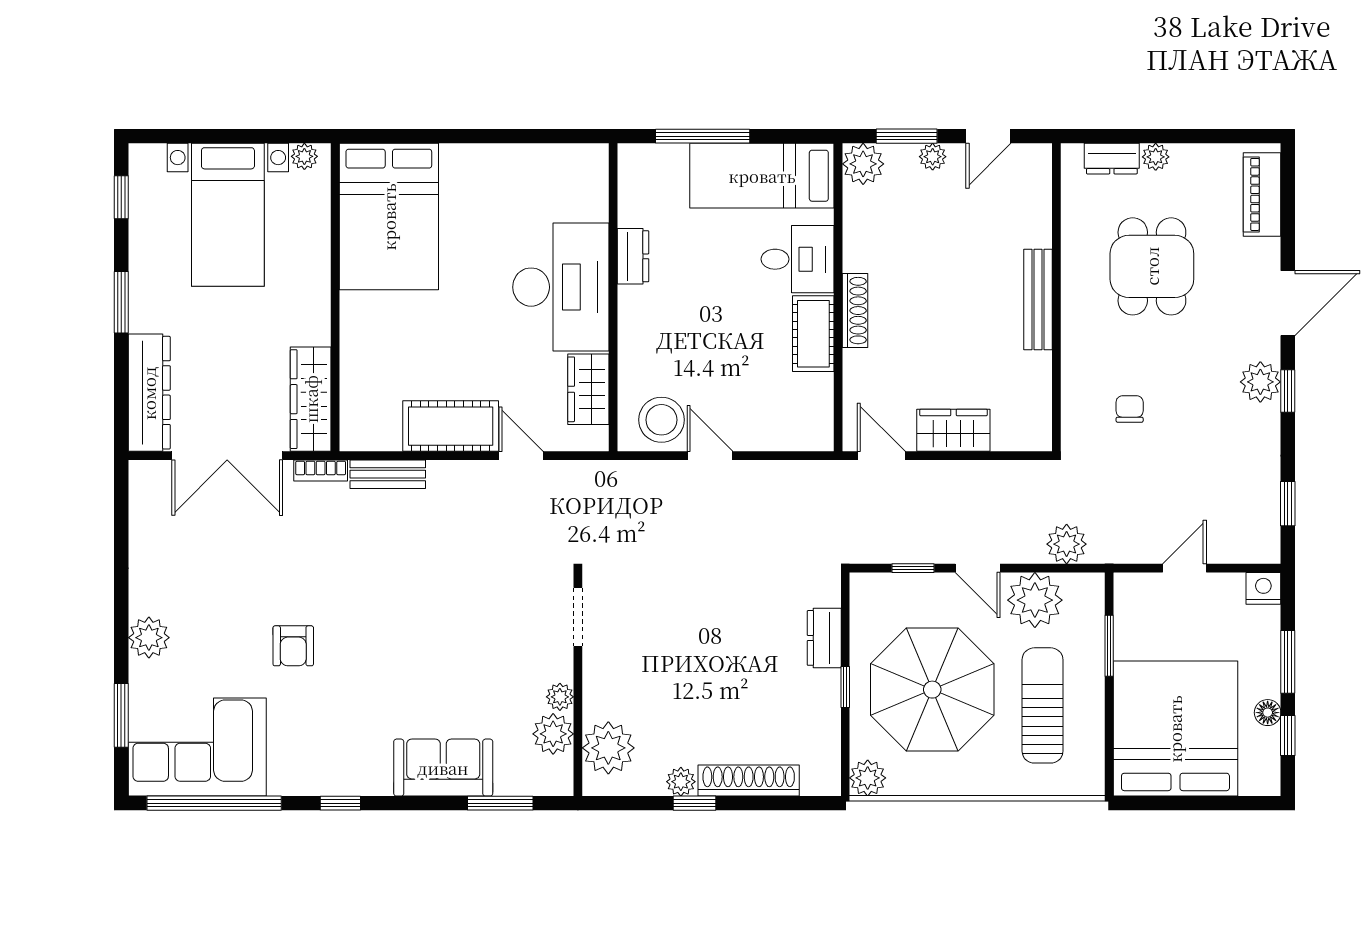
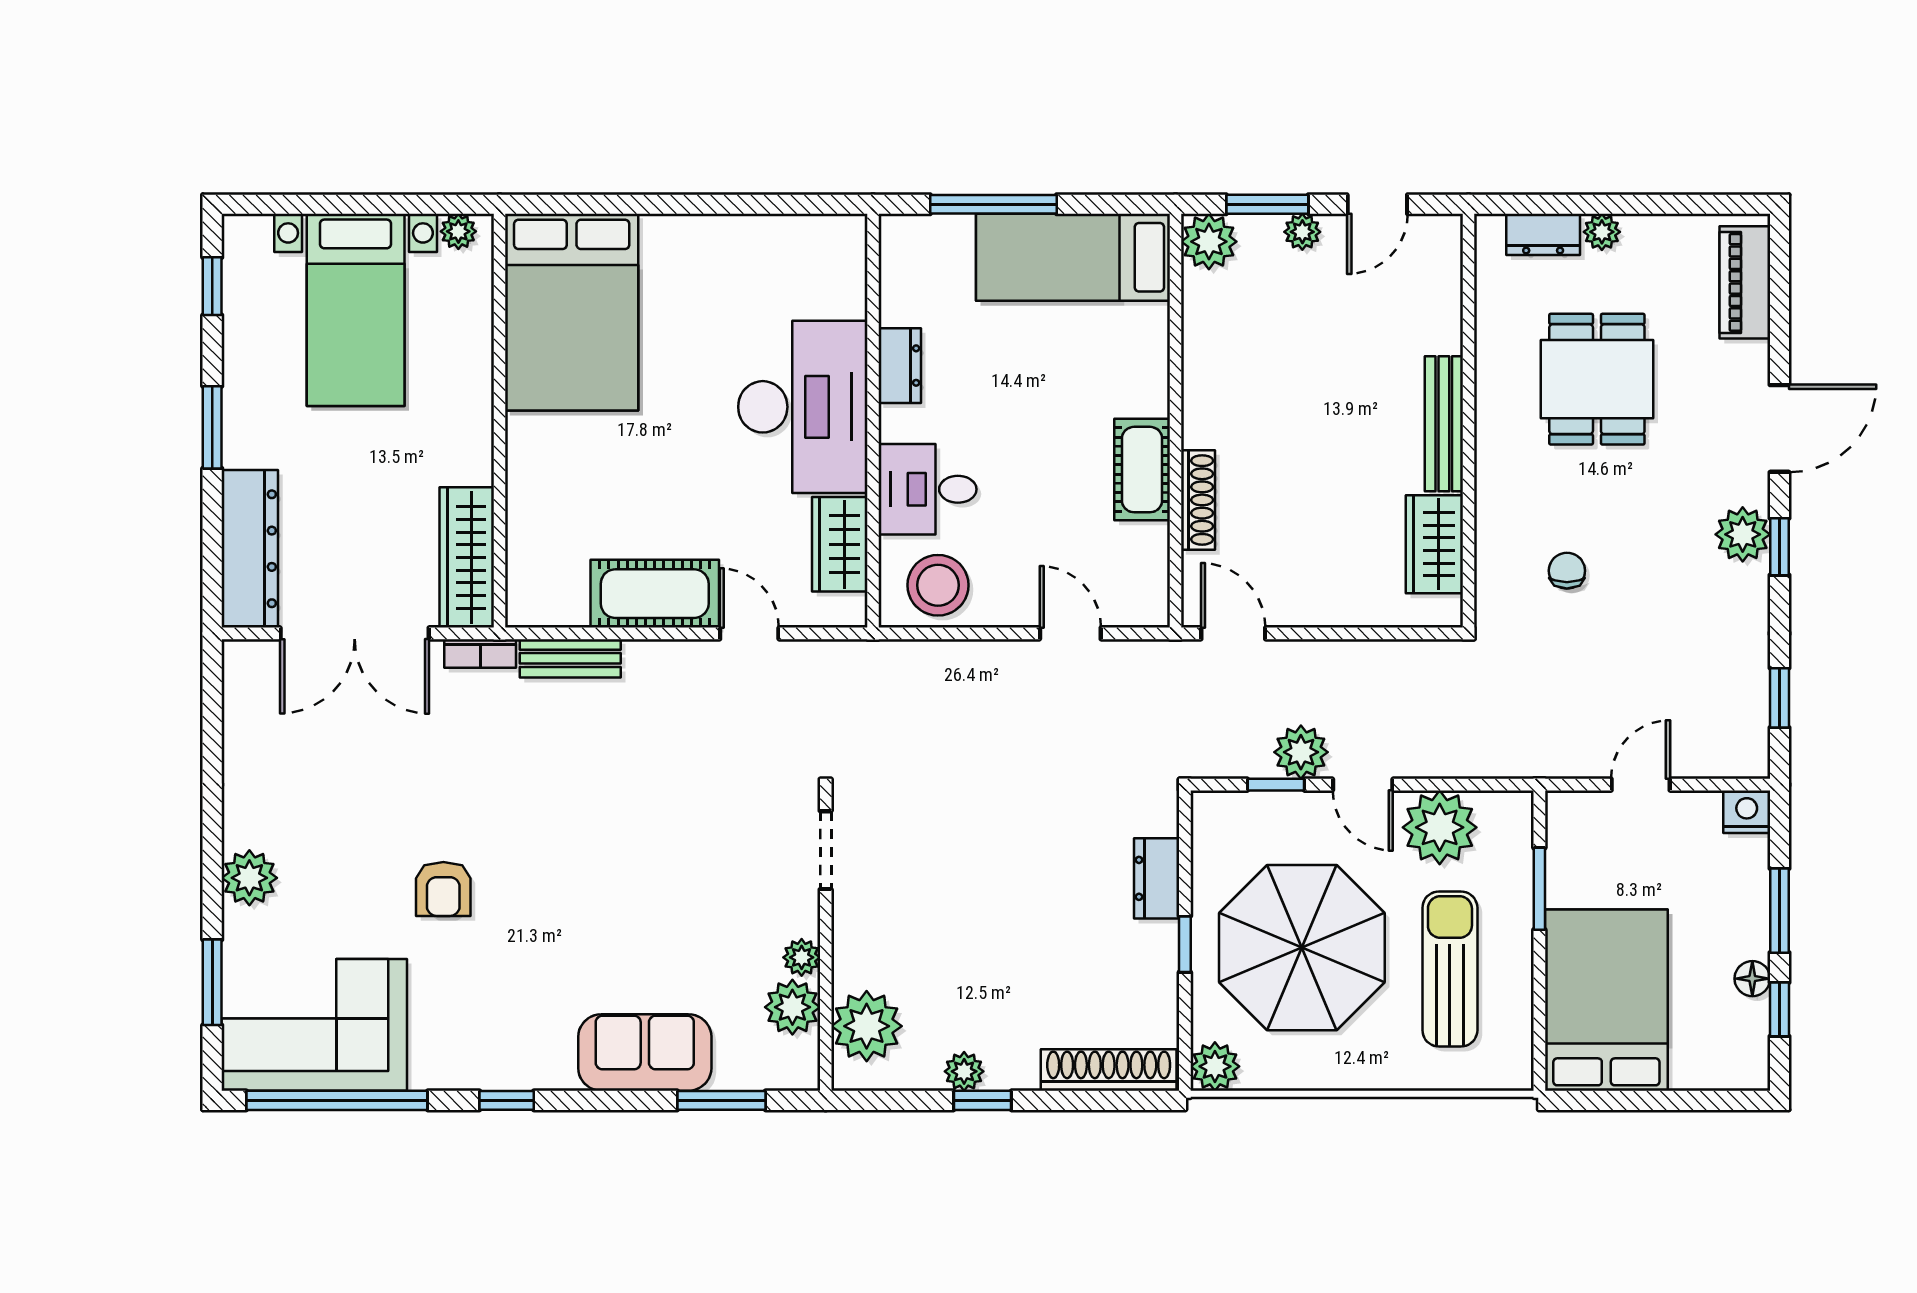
desk: (798, 259) -> (928, 489), moved, turned 180
shoe rack: (855, 311) -> (1198, 500), moved
wardrobe: (953, 430) -> (1434, 544), moved, turned -90
door: (710, 456) -> (1070, 633), moved
plant: (1067, 544) -> (1301, 752), moved
bed: (1175, 729) -> (1606, 1000), width x0.73
shoe rack: (749, 781) -> (1109, 1070), moved

